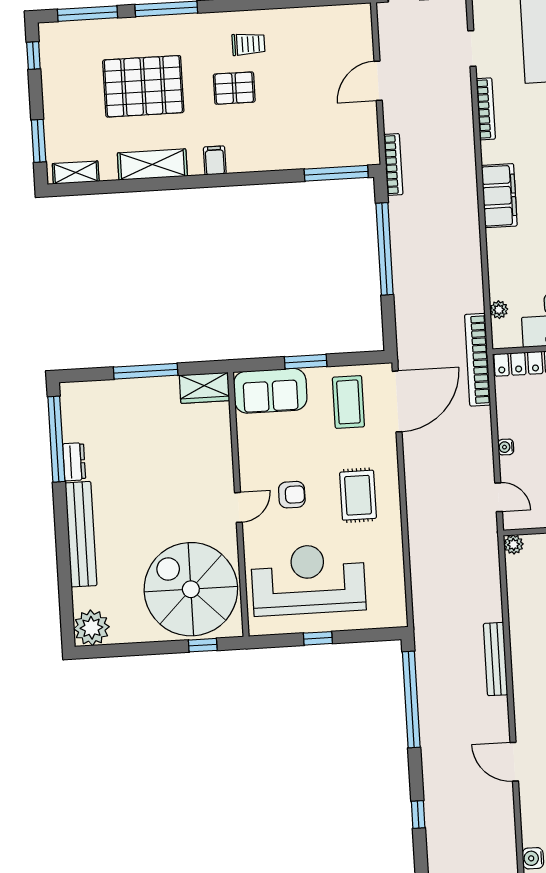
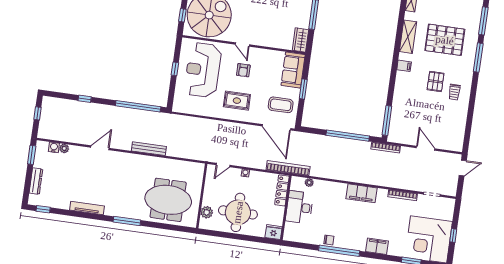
pallet: (143, 86) -> (445, 40), turned 90
plant: (514, 544) -> (64, 148), moved
reception desk: (308, 579) -> (203, 70), turned 180

